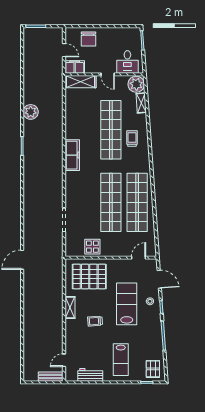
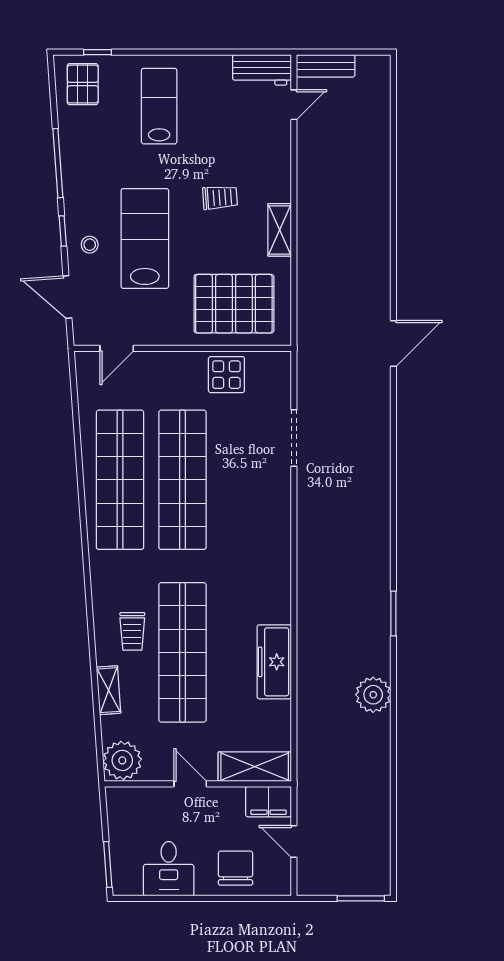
desk: (127, 62) -> (169, 869), moved, turned 180
shelving: (141, 103) -> (109, 690), moved
freezer: (72, 155) -> (274, 662), moved
lab bench: (127, 304) -> (145, 238), turned 180
workbench: (90, 375) -> (262, 70), moved

